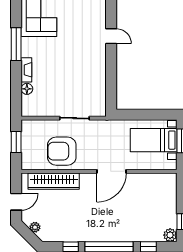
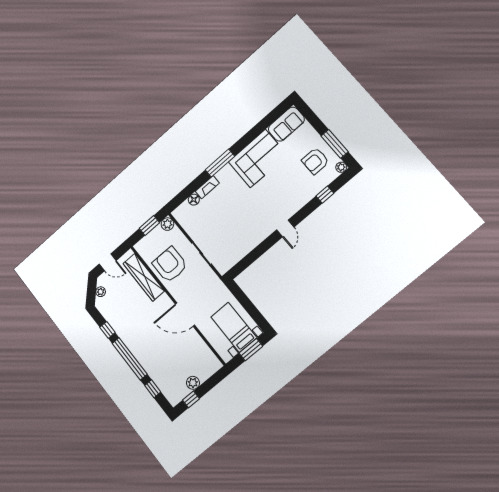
plant: (28, 126) -> (167, 224), added
plant: (170, 235) -> (193, 383), moved

